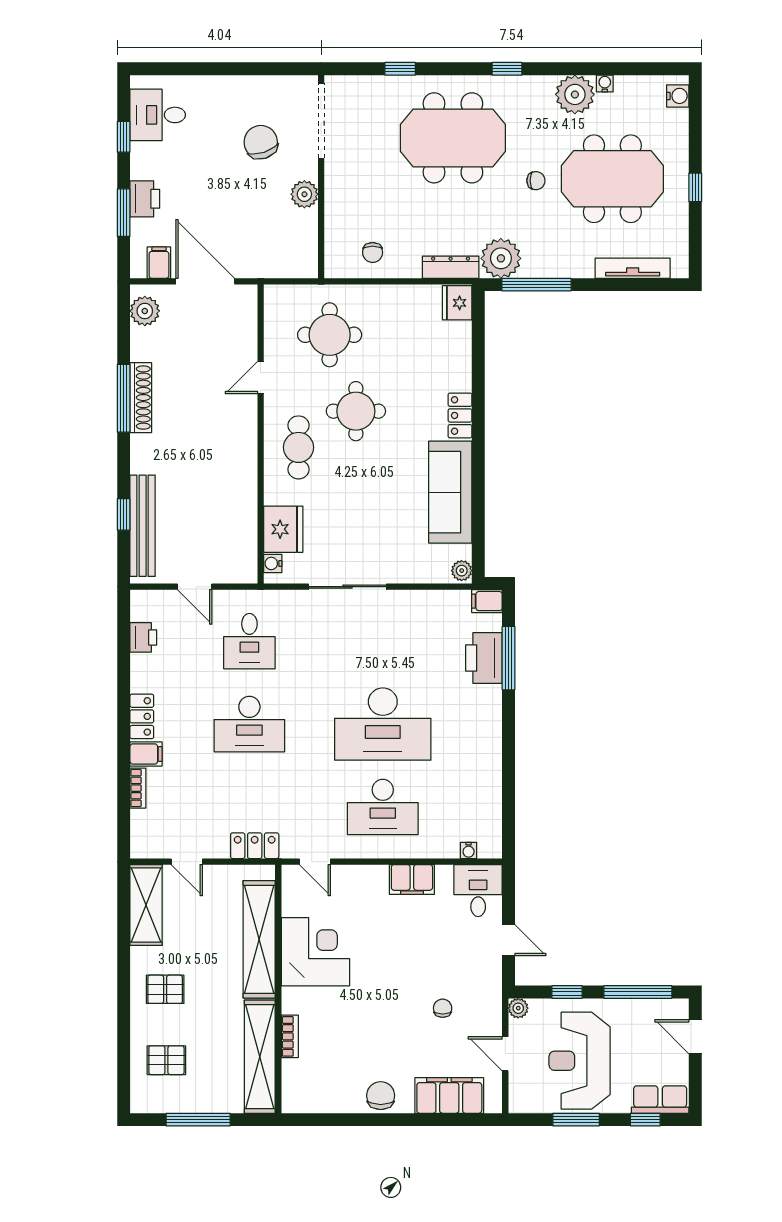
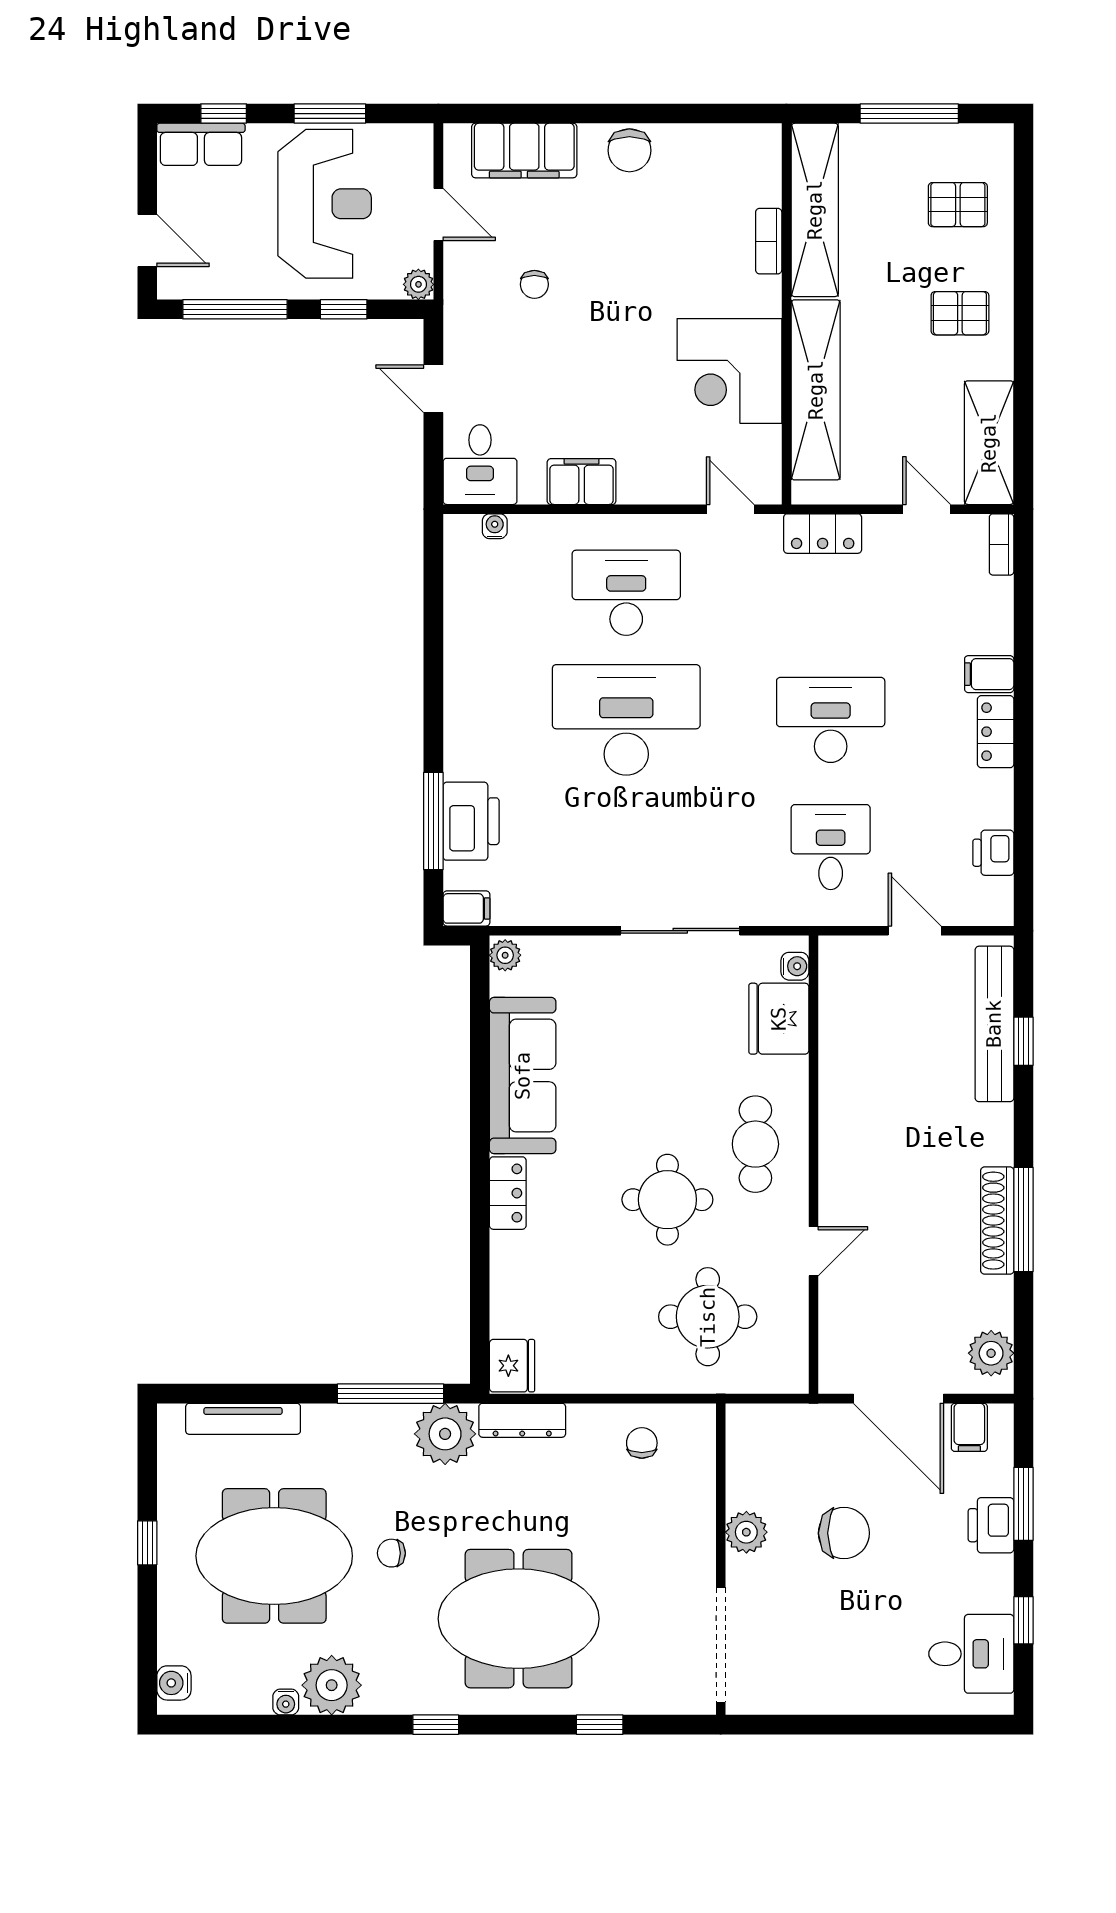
chair: (261, 142) -> (844, 1533), moved, turned -72
bookcase: (138, 788) -> (1002, 544), moved

